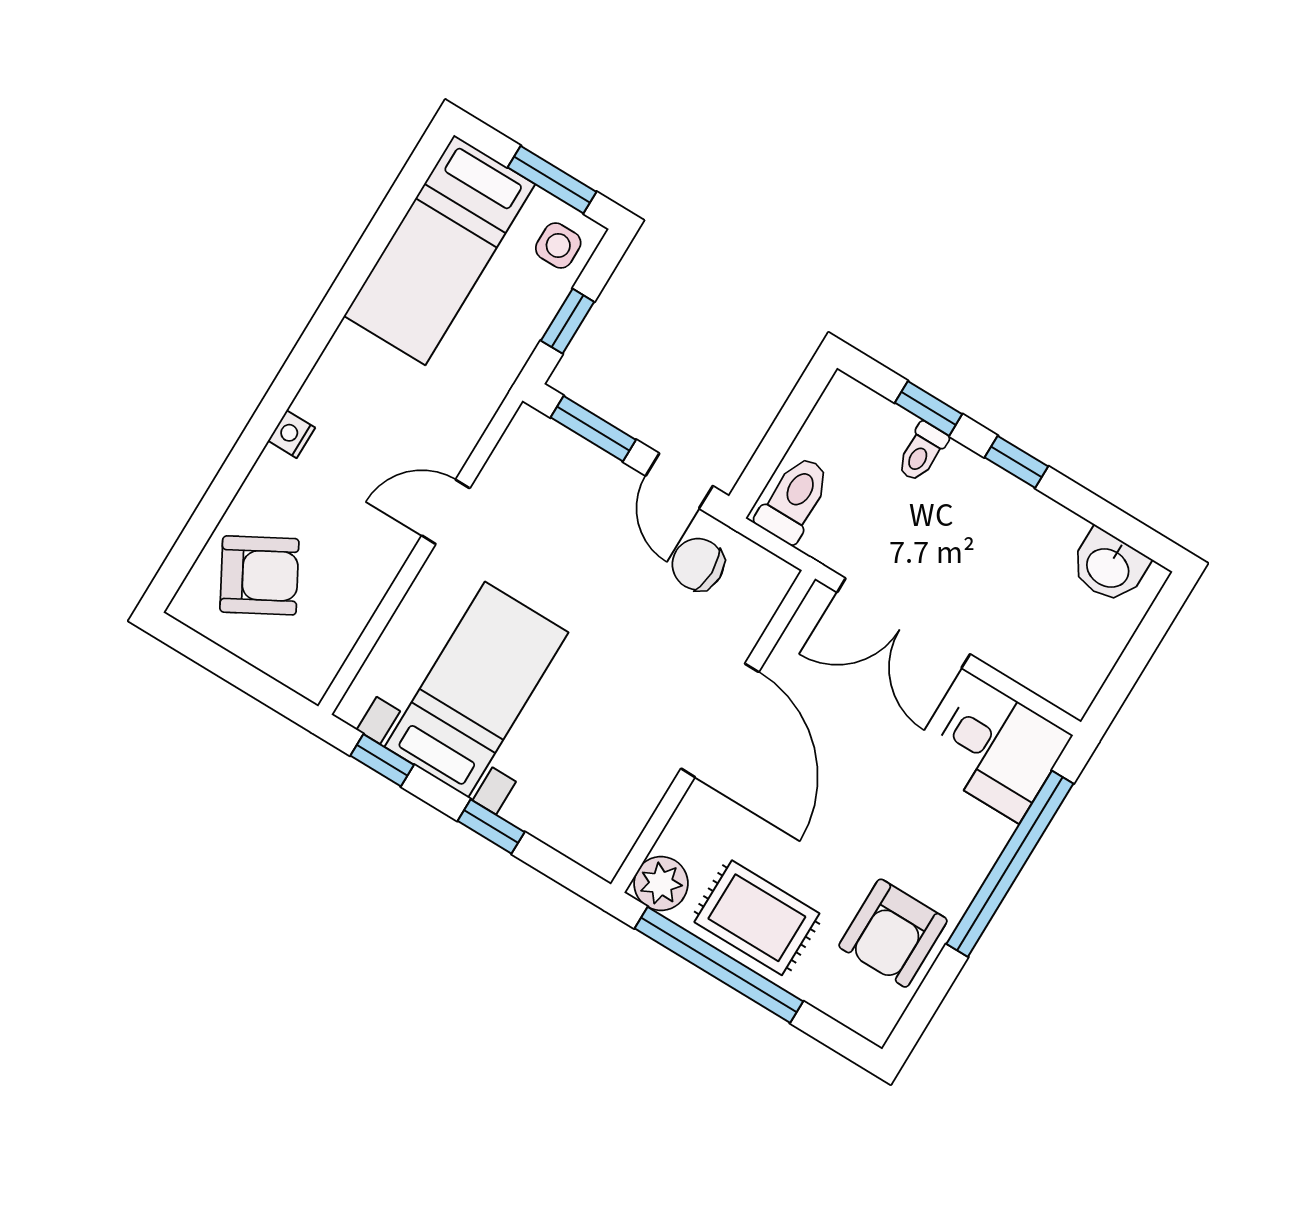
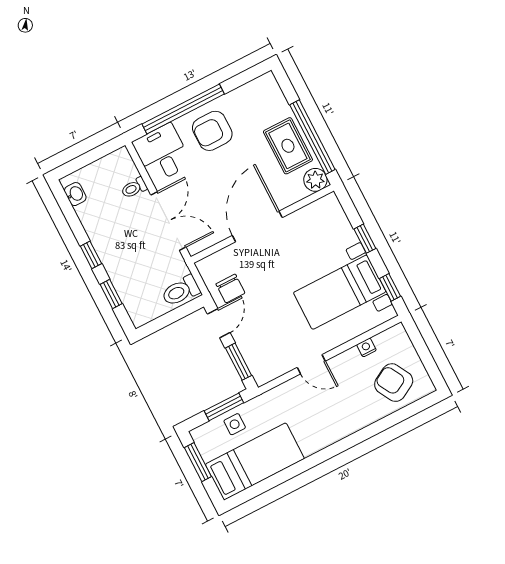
side table: (558, 245) -> (235, 424), moved
window: (568, 321) -> (224, 407), width x1.50
nightstand: (292, 434) -> (366, 347), moved, turned 180
toilet: (922, 452) -> (134, 188), moved, turned 180
washbasin: (1109, 567) -> (75, 194), width x0.72, depth x0.69
armchair: (893, 933) -> (212, 131), moved, turned 180

